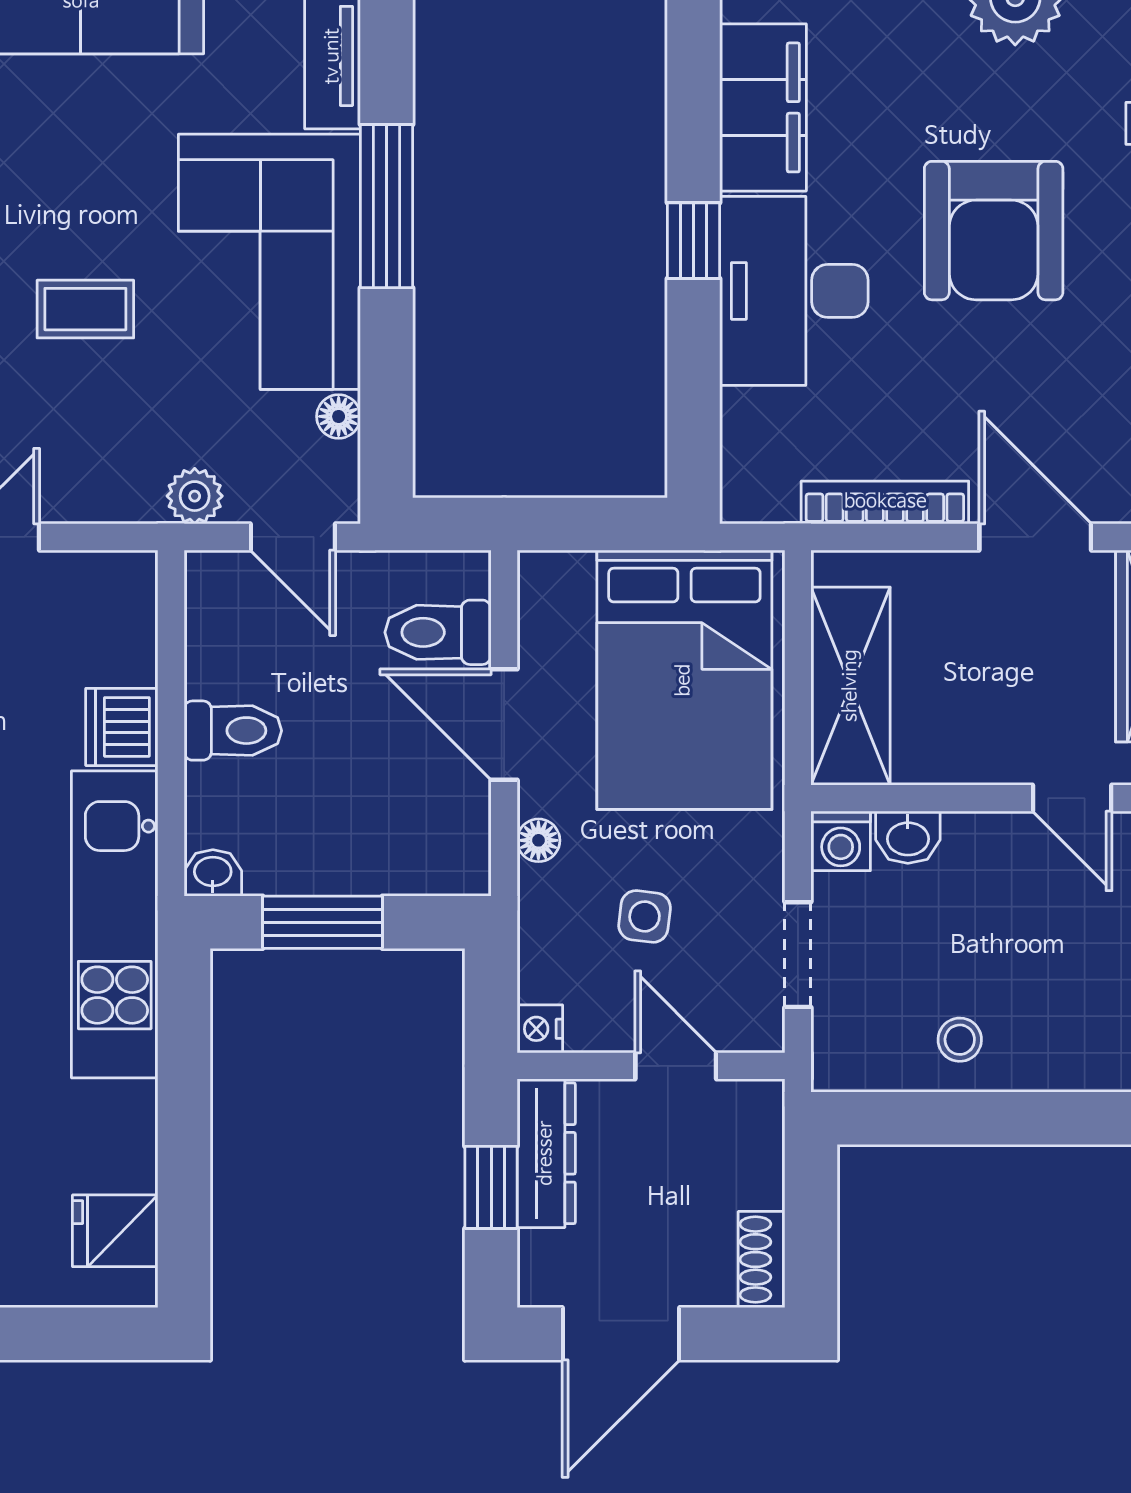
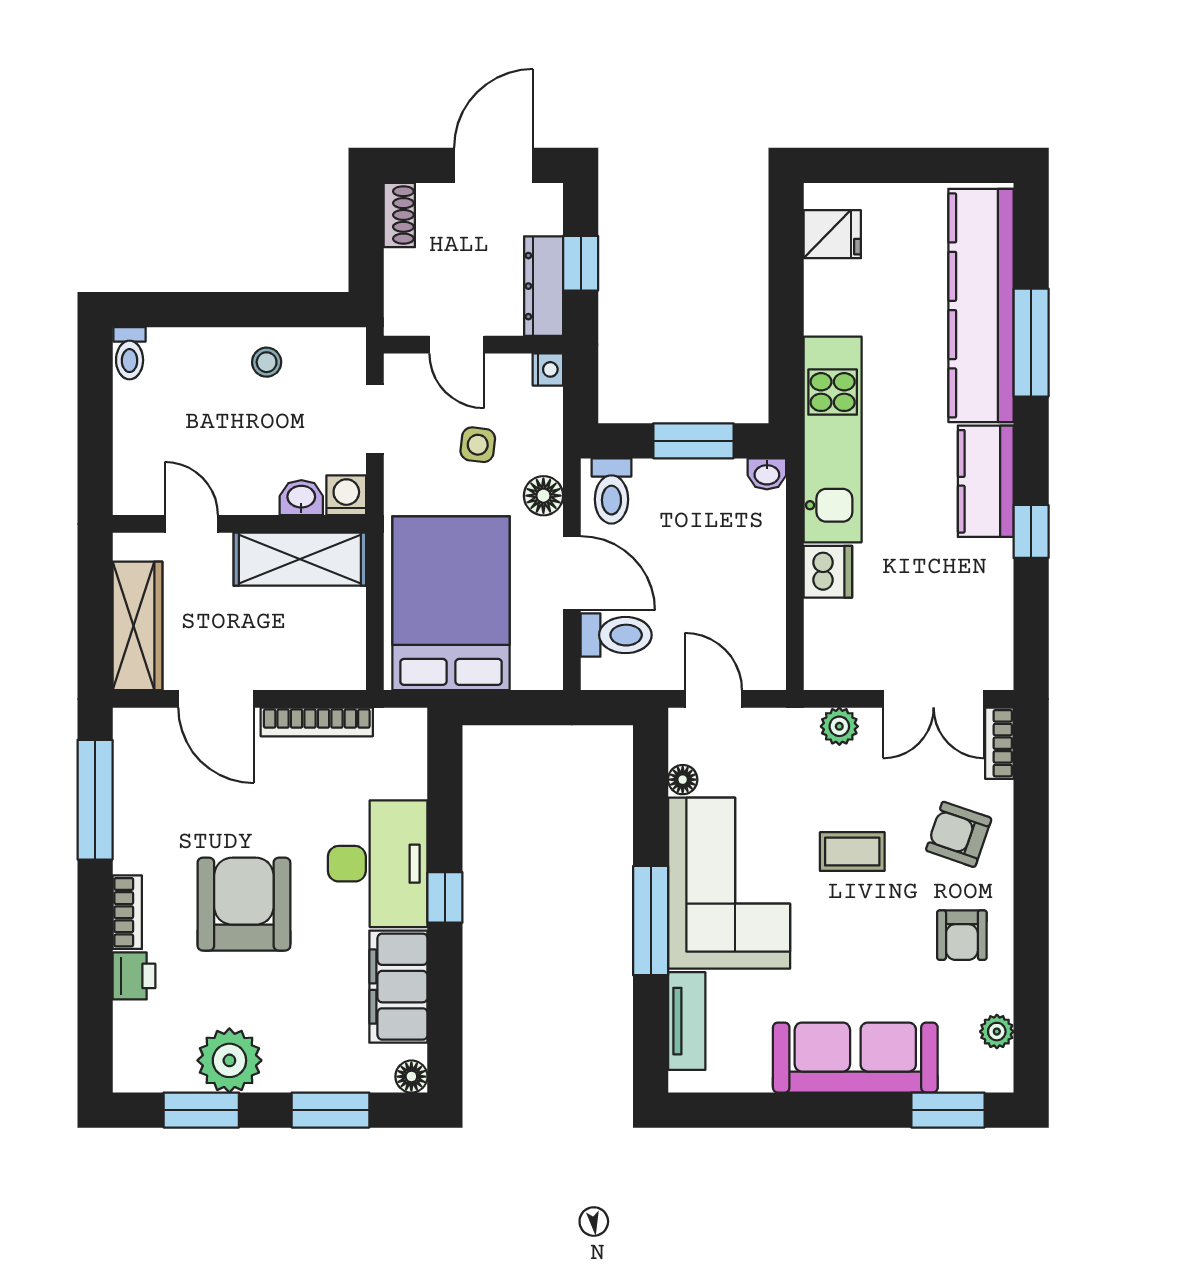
plant: (195, 496) -> (839, 726), moved
shelving: (851, 686) -> (300, 559), moved, turned 90
toilet: (233, 731) -> (611, 491), moved, turned -90
floor lamp: (538, 840) -> (543, 496), width x1.37, depth x1.37

